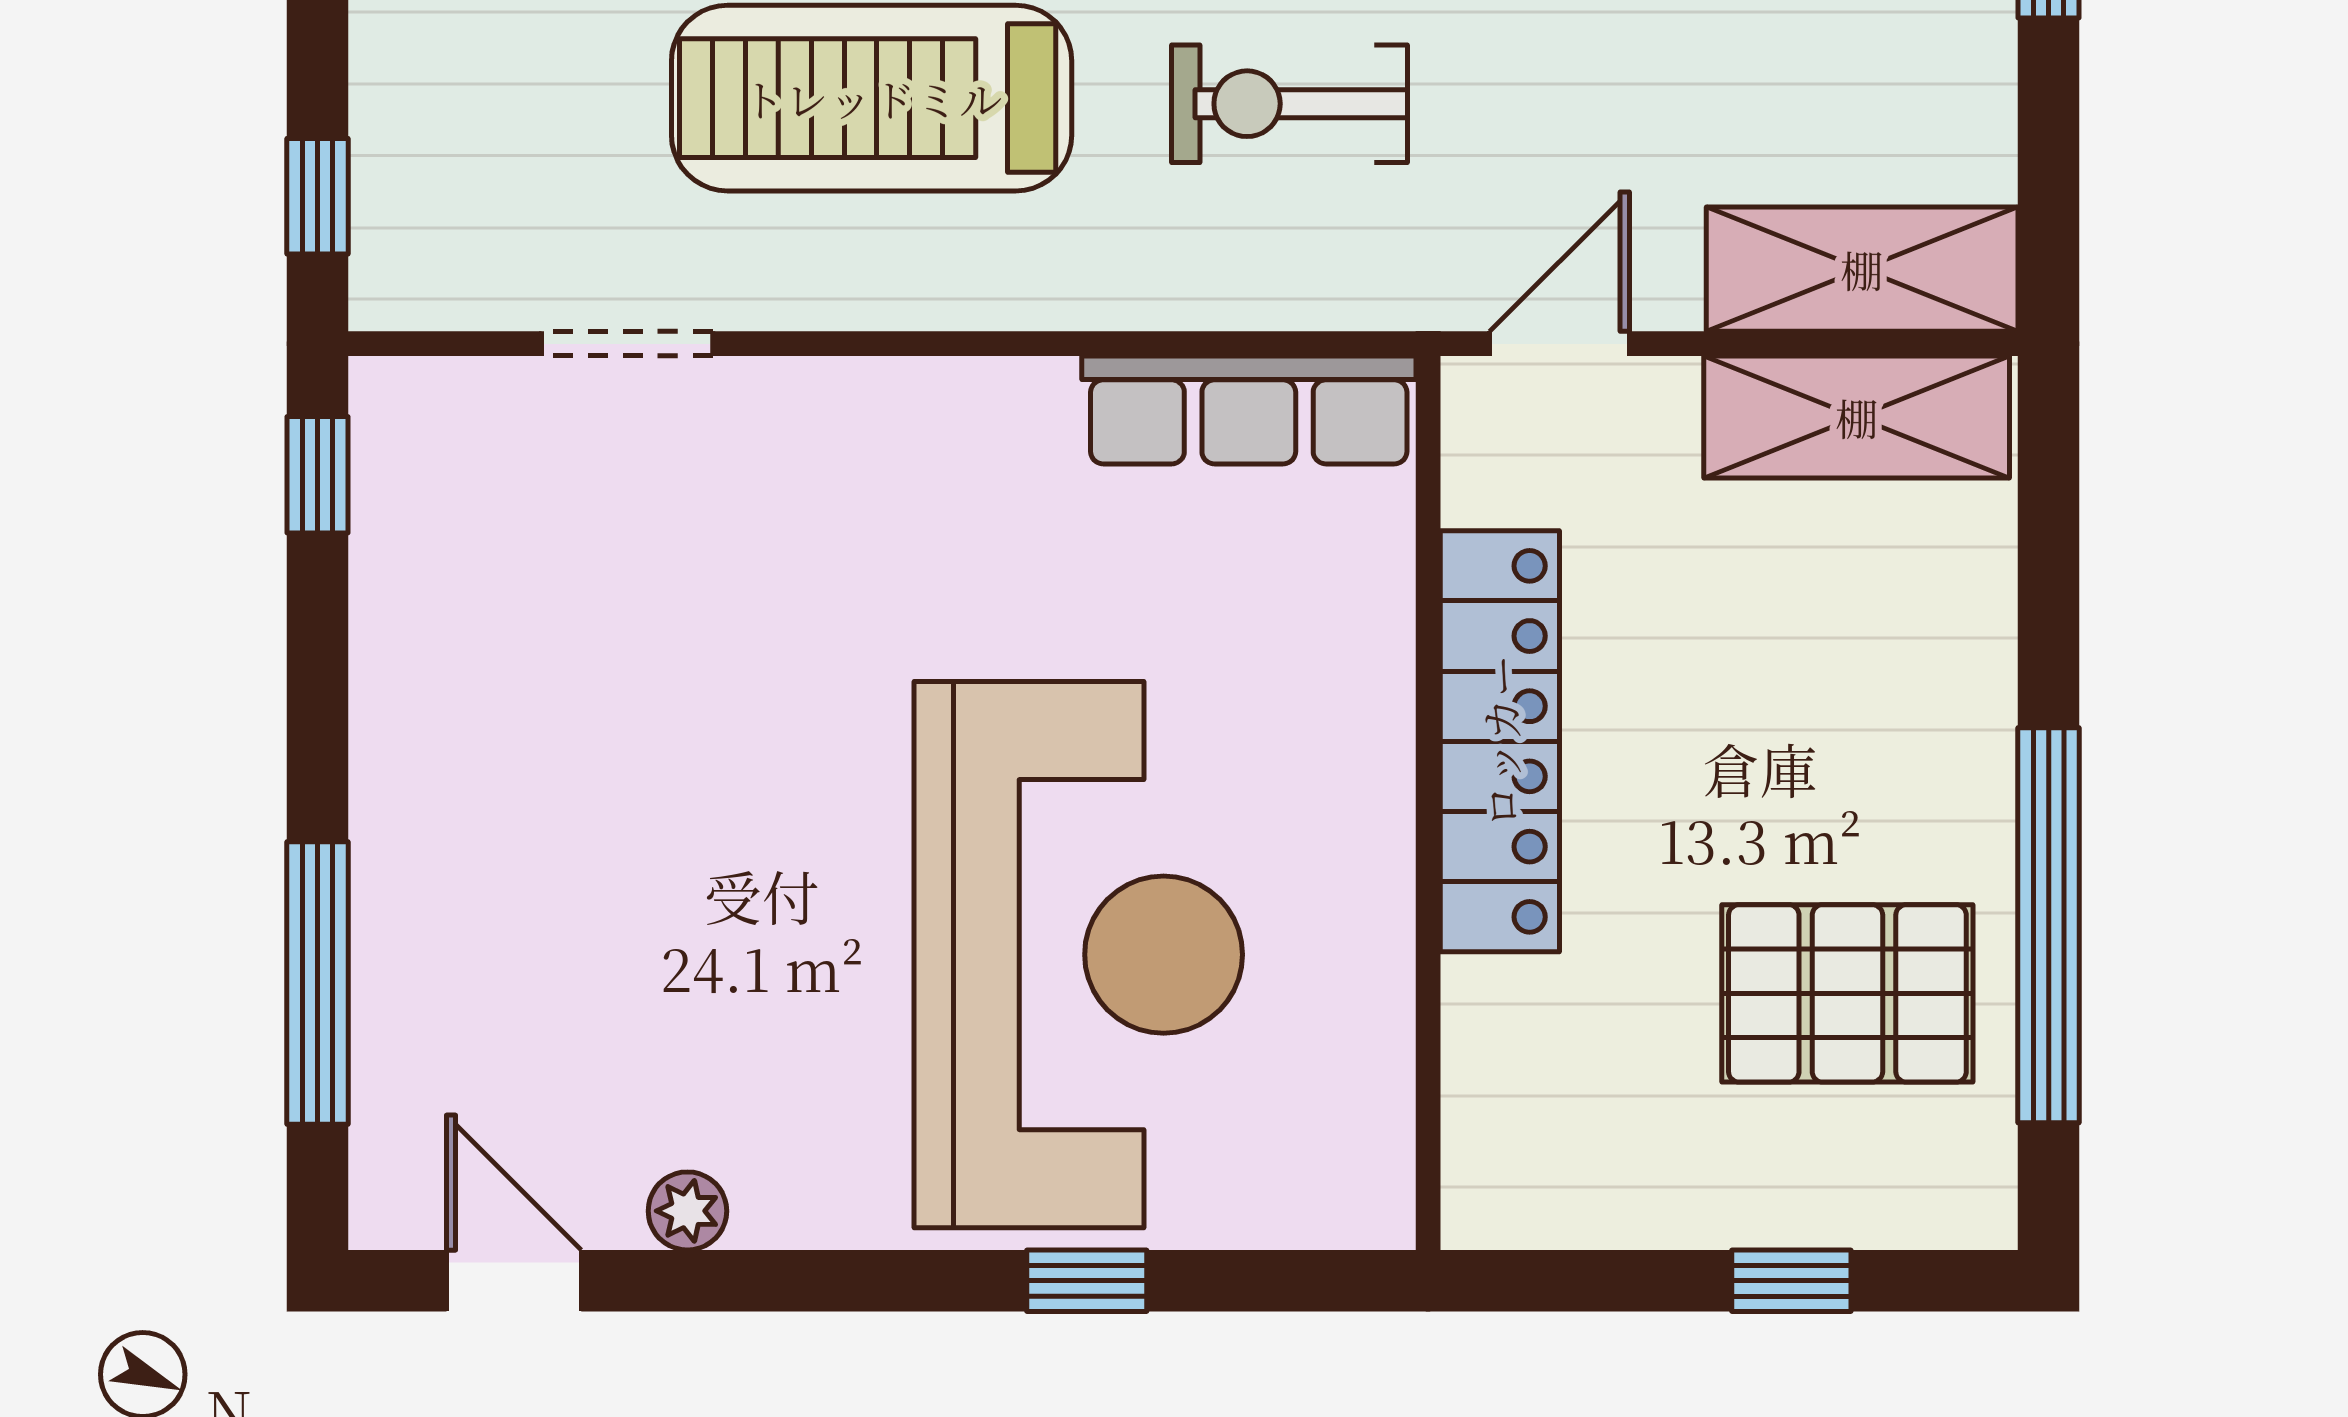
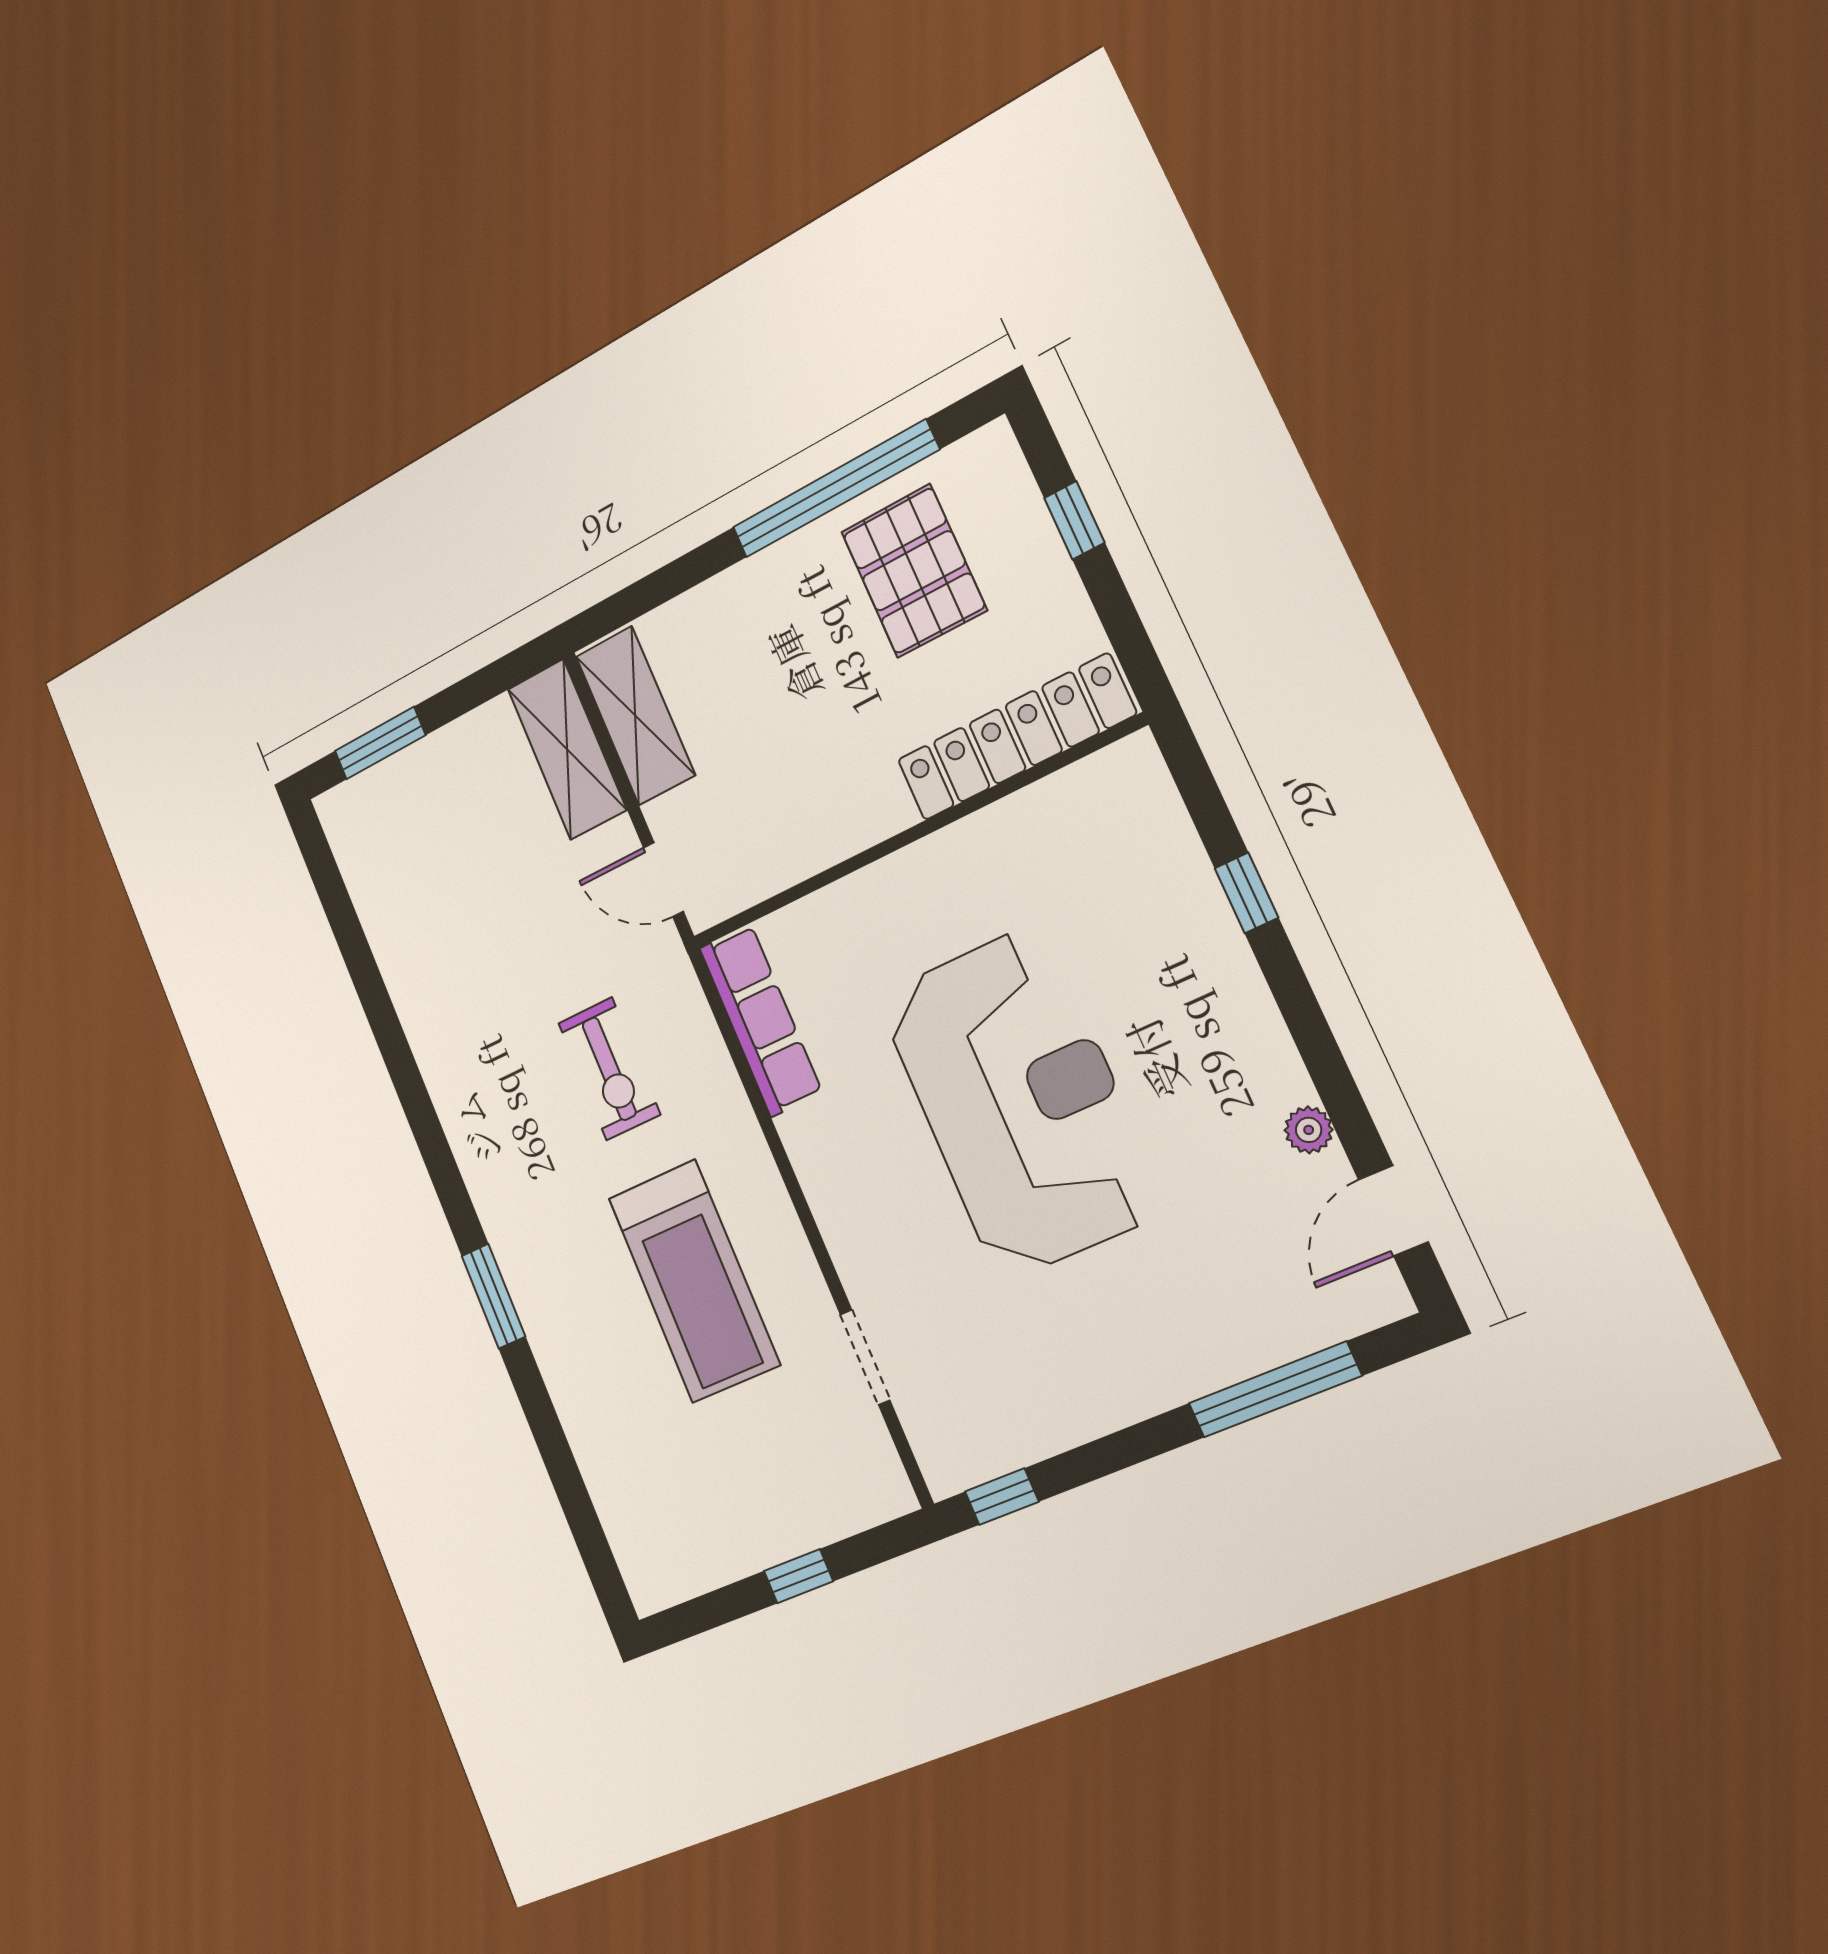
window: (318, 196) -> (799, 1576), moved
locker: (1500, 741) -> (1016, 737), moved
reception desk: (1078, 955) -> (1020, 1102), moved, turned 90

